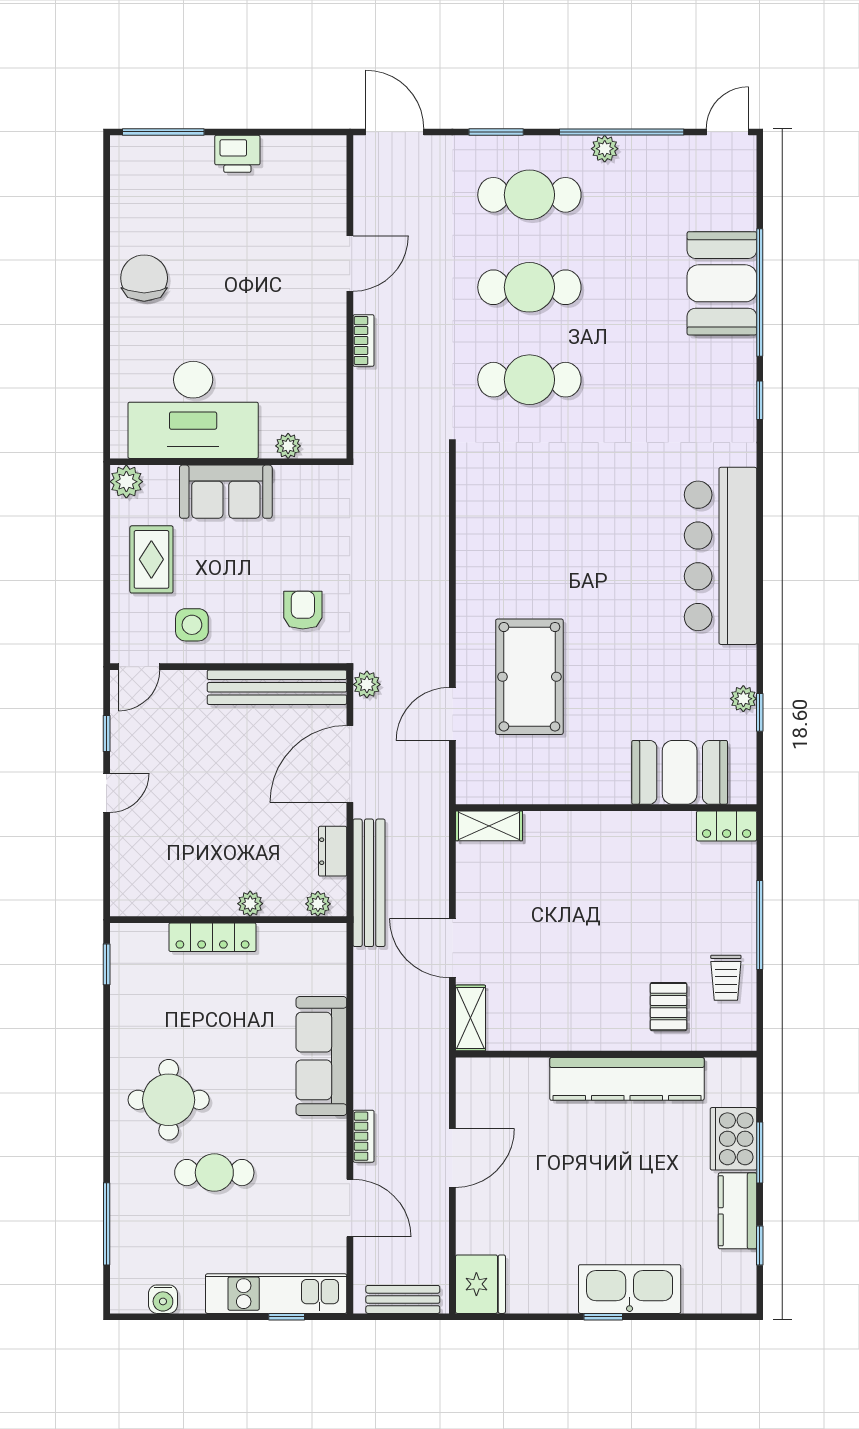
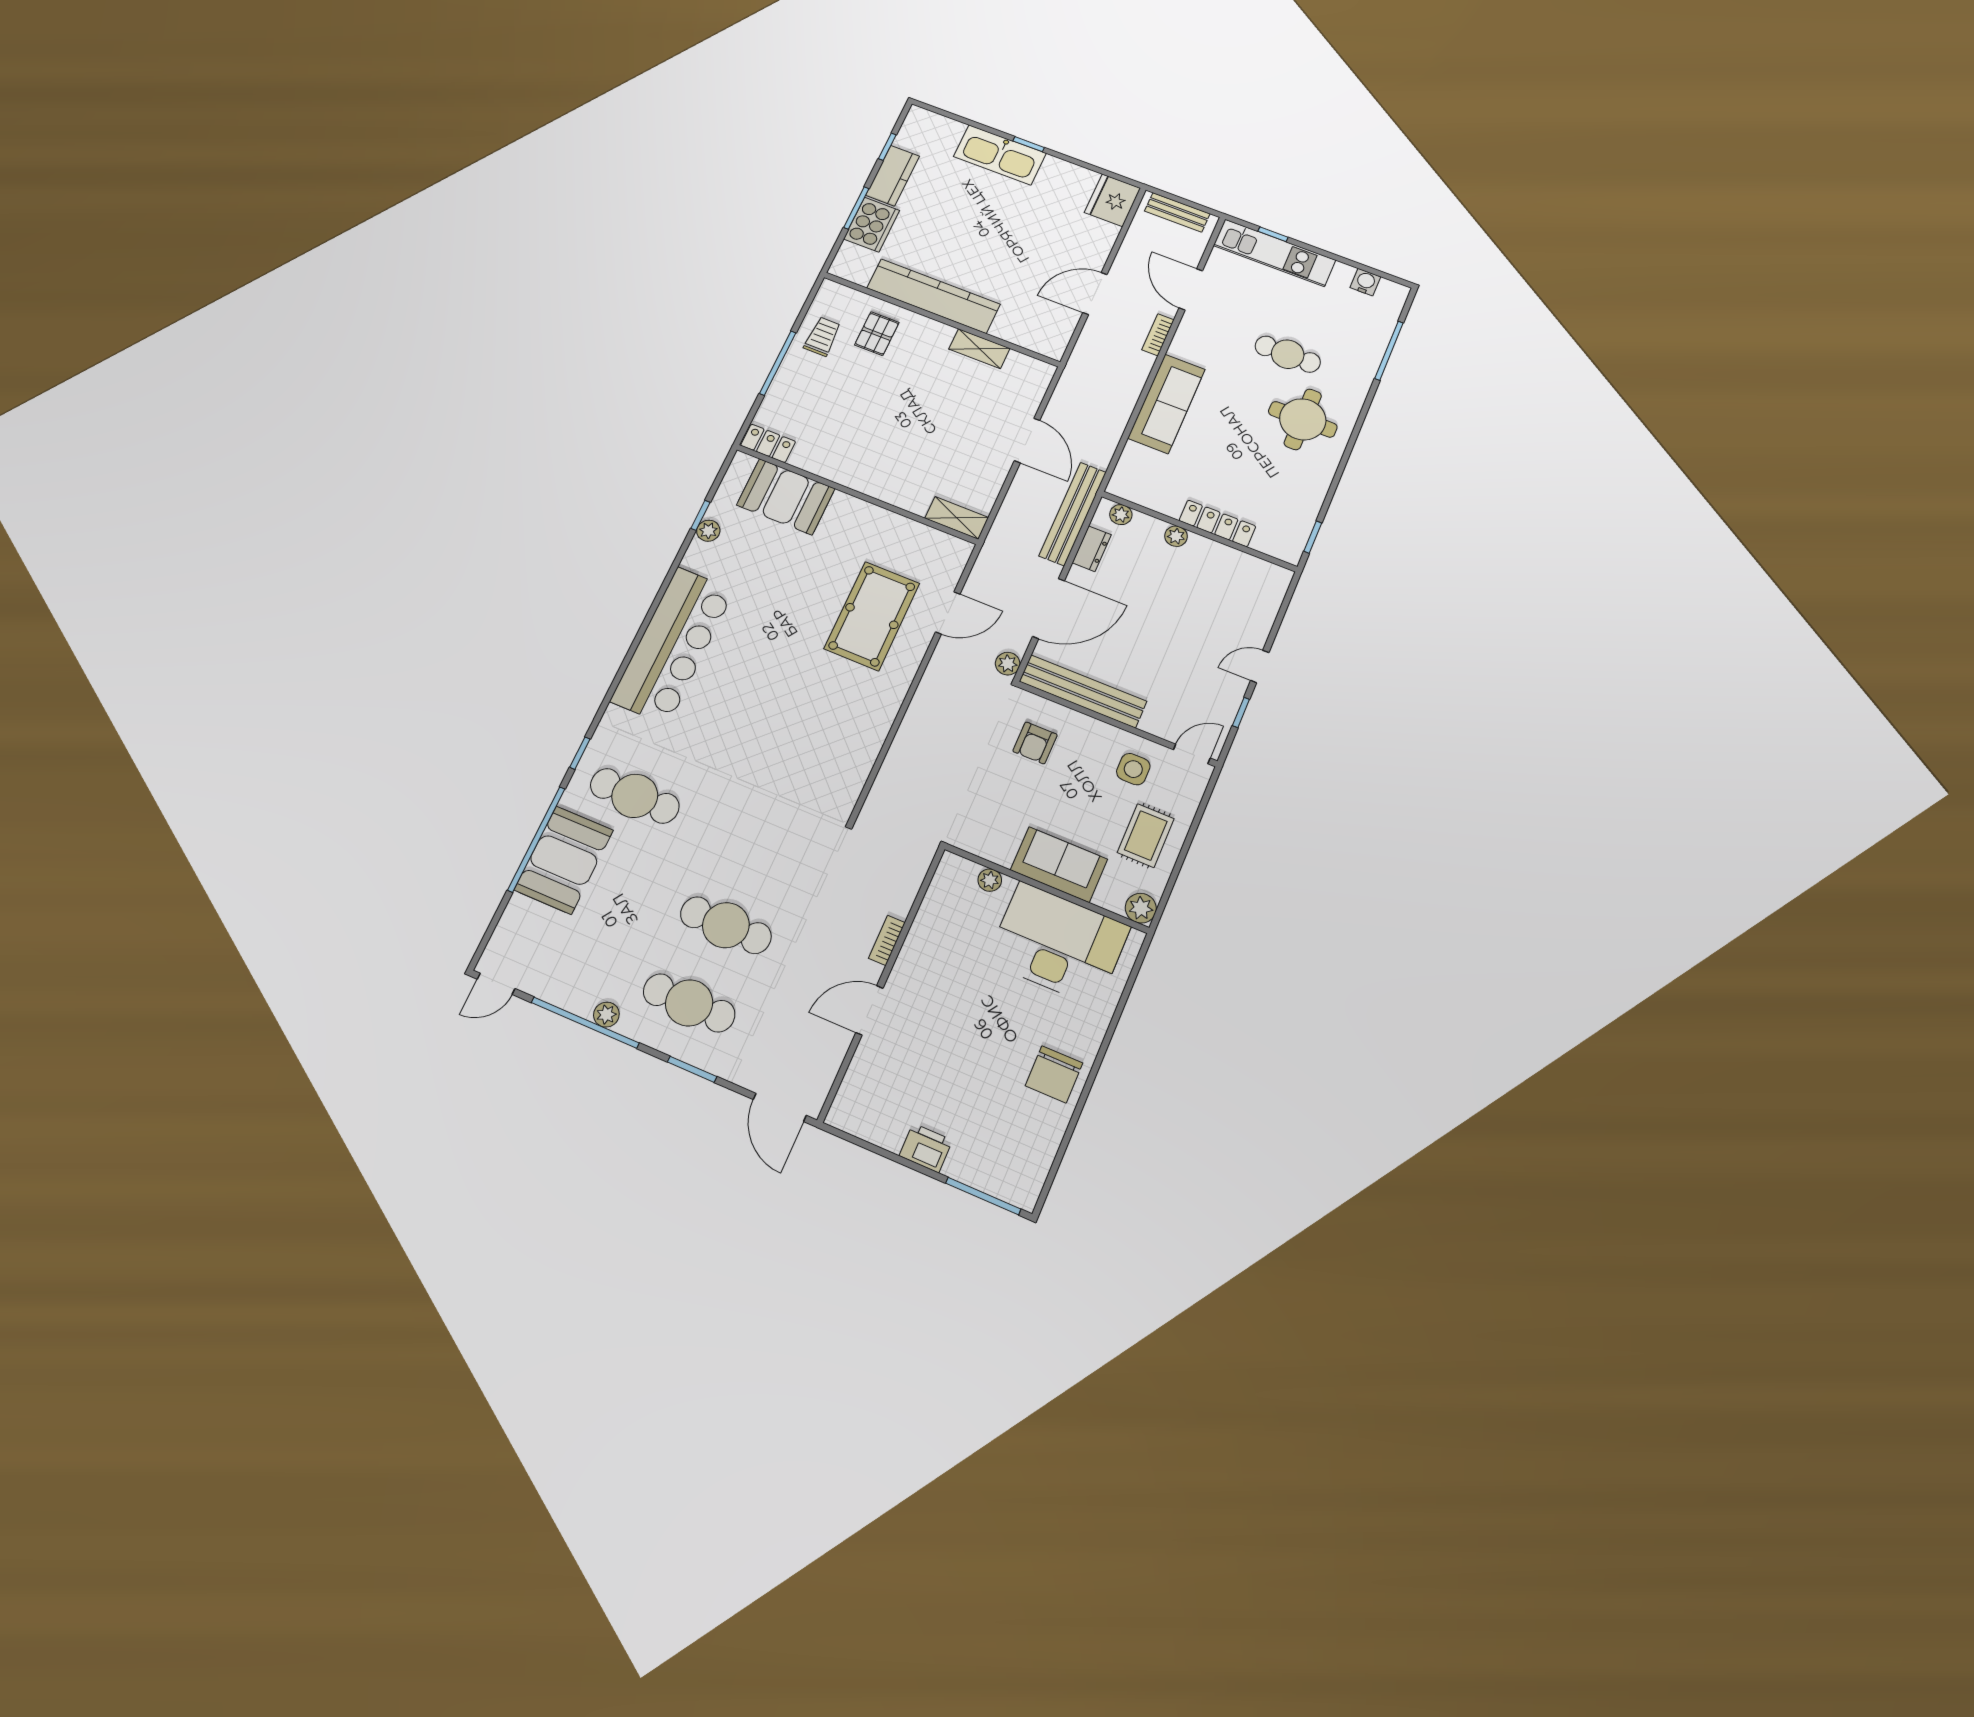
cafe table: (529, 380) -> (635, 796), moved
shelving: (470, 1018) -> (979, 349), moved, turned 90

